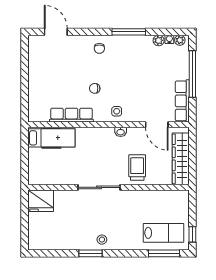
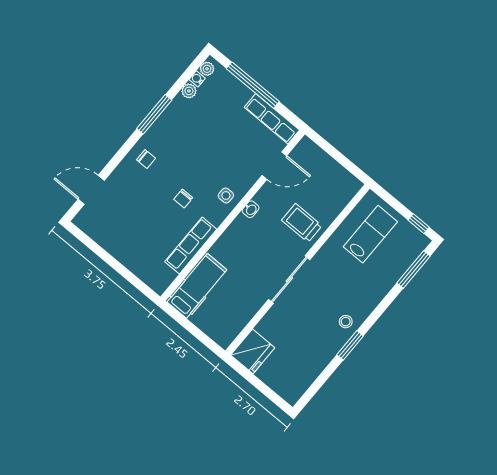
wardrobe: (181, 159) -> (330, 170), removed
lab bench: (164, 233) -> (370, 234), moved

